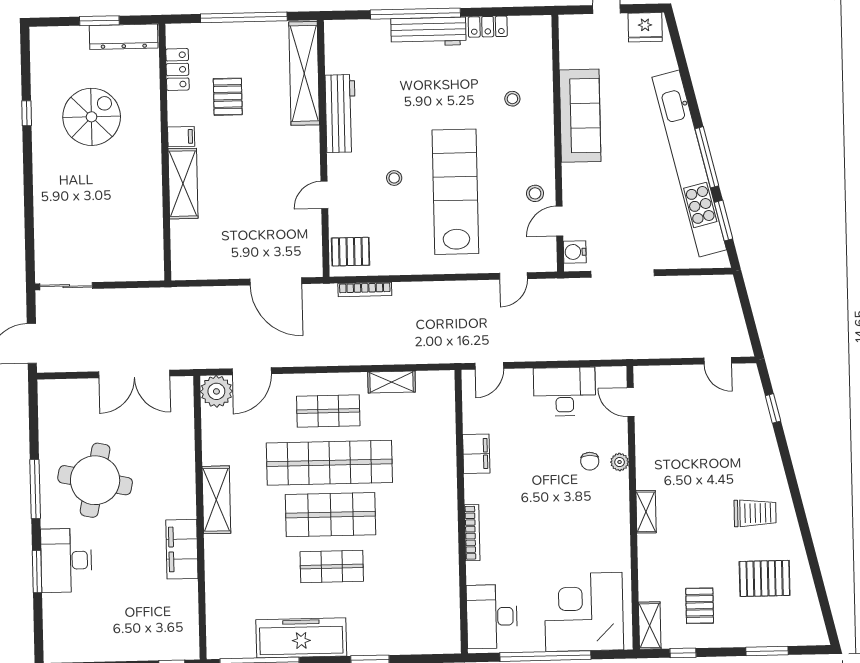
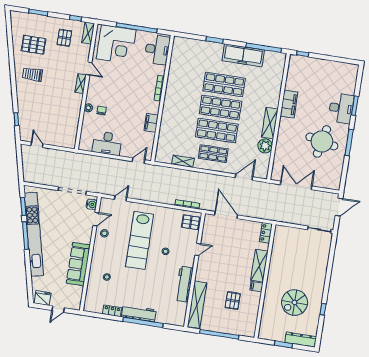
dresser: (124, 37) -> (301, 340), moved
locker: (177, 69) -> (266, 233), moved
plant: (216, 391) -> (265, 146), moved
door: (631, 402) -> (89, 69), moved
shop shelf: (329, 463) -> (217, 131), width x0.71
shop shelf: (332, 566) -> (224, 84), width x1.43, depth x1.36

